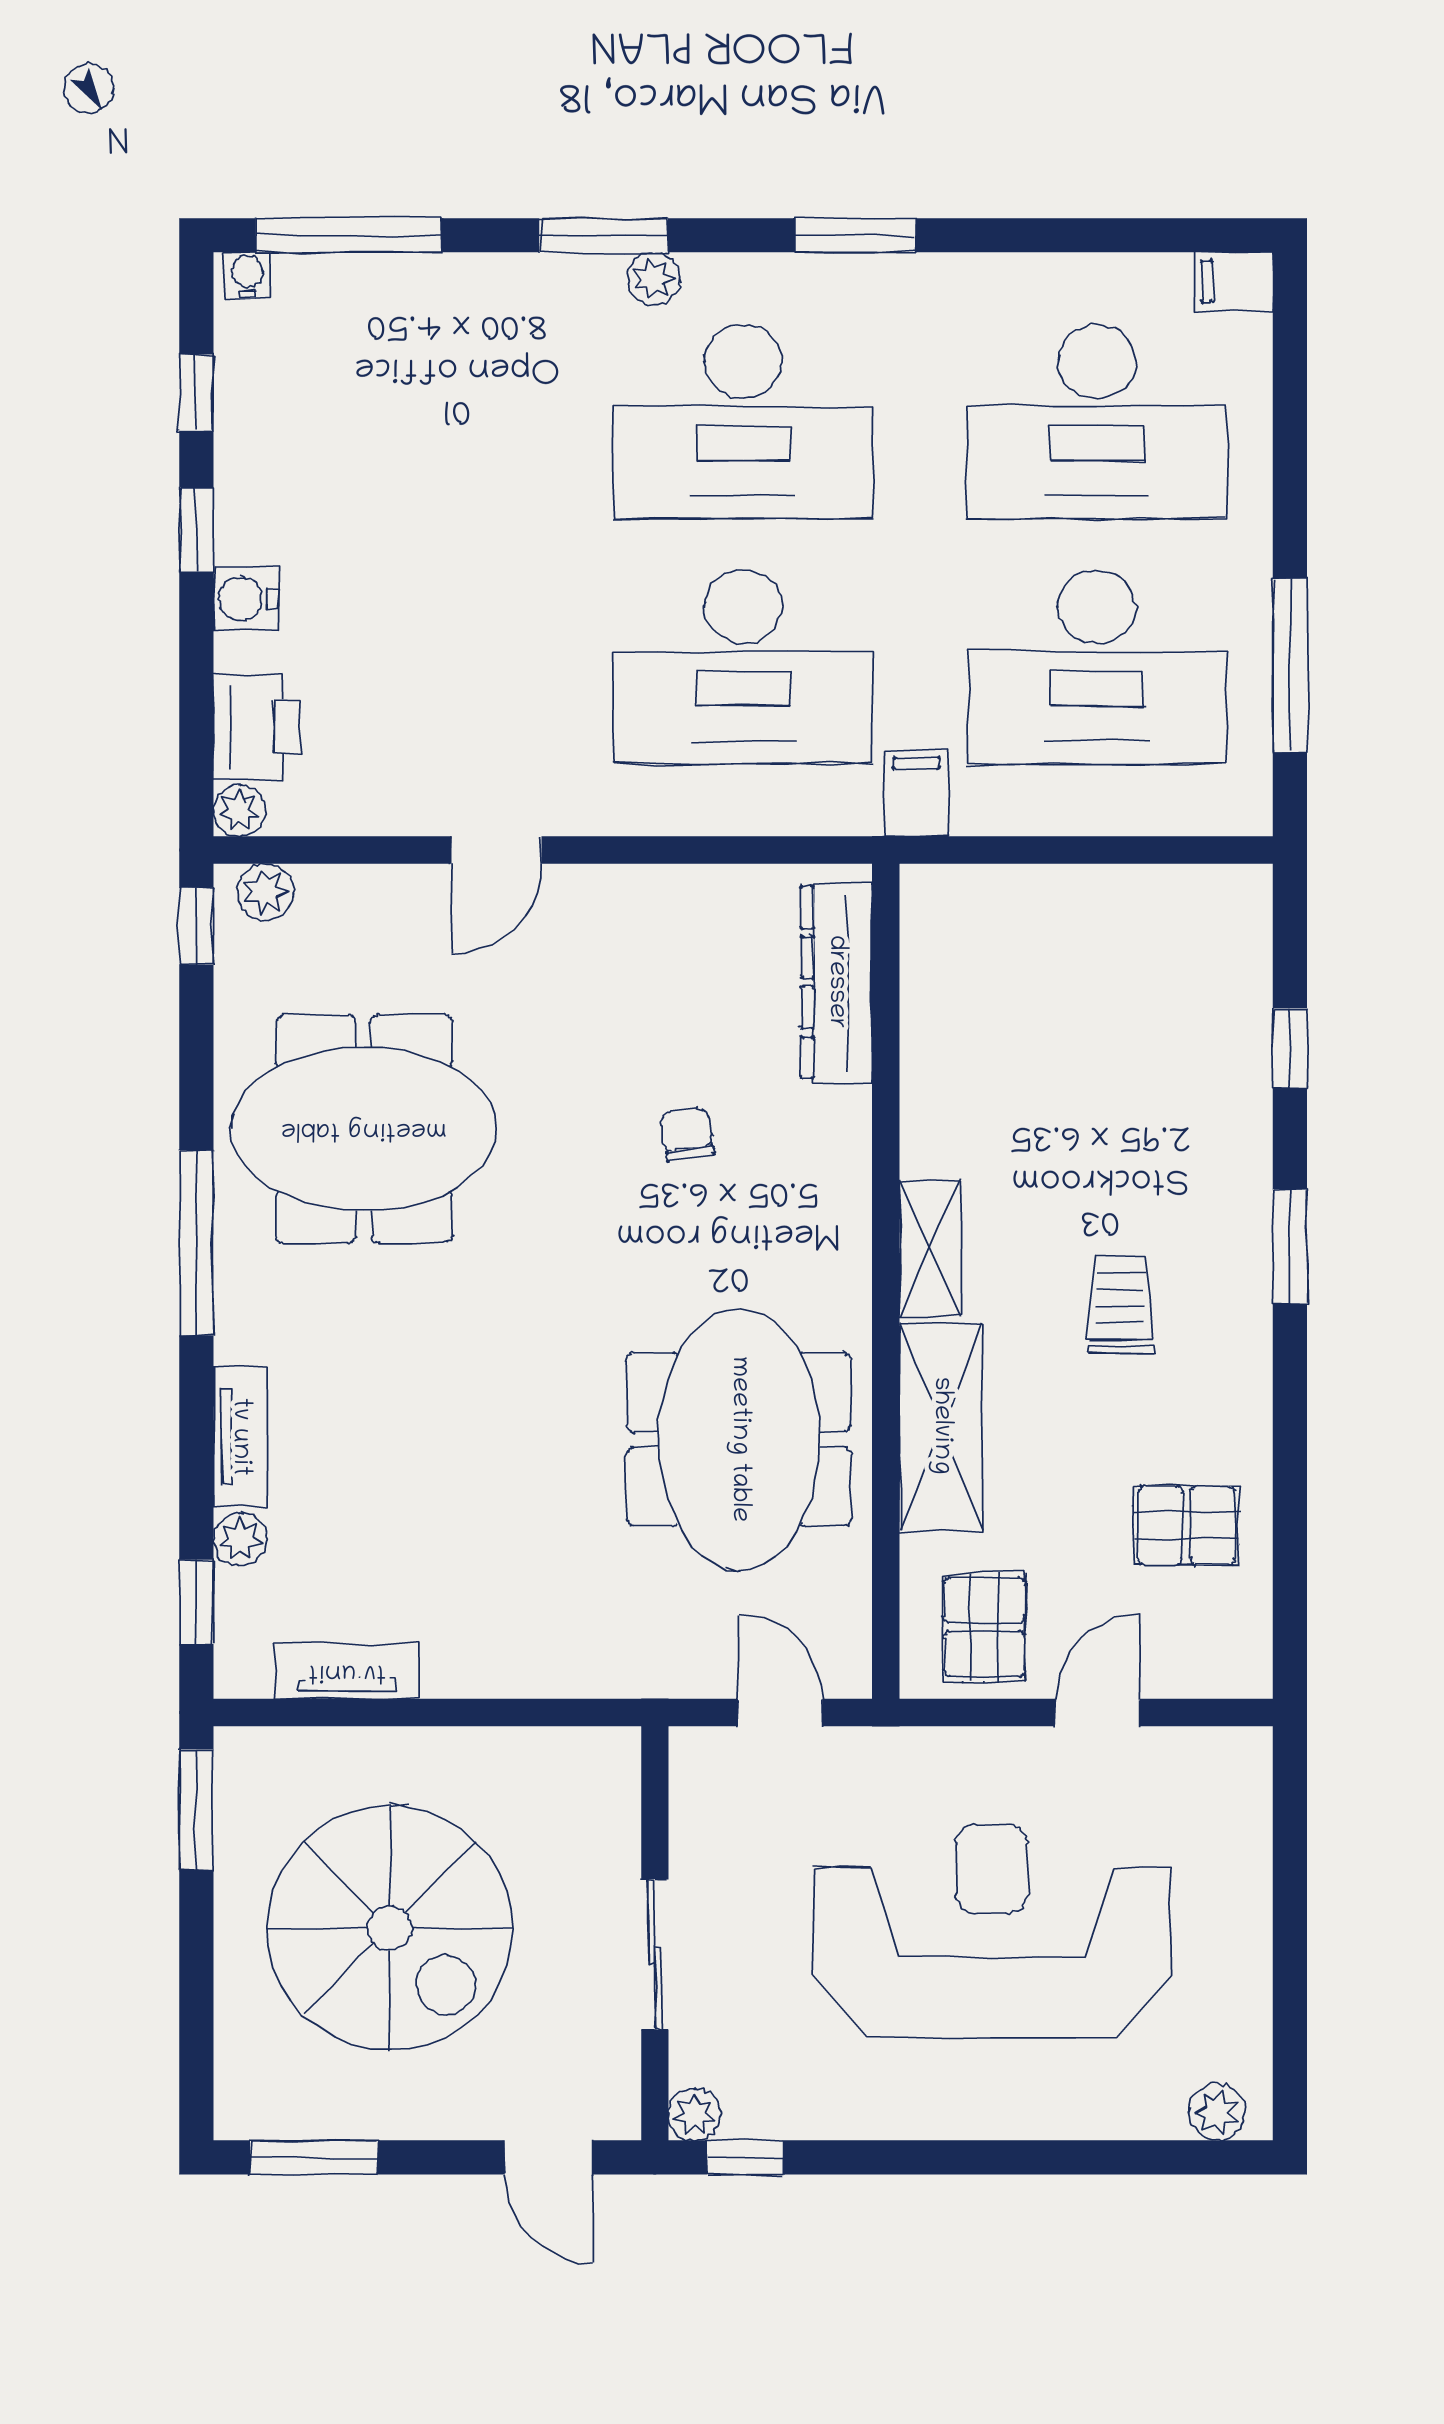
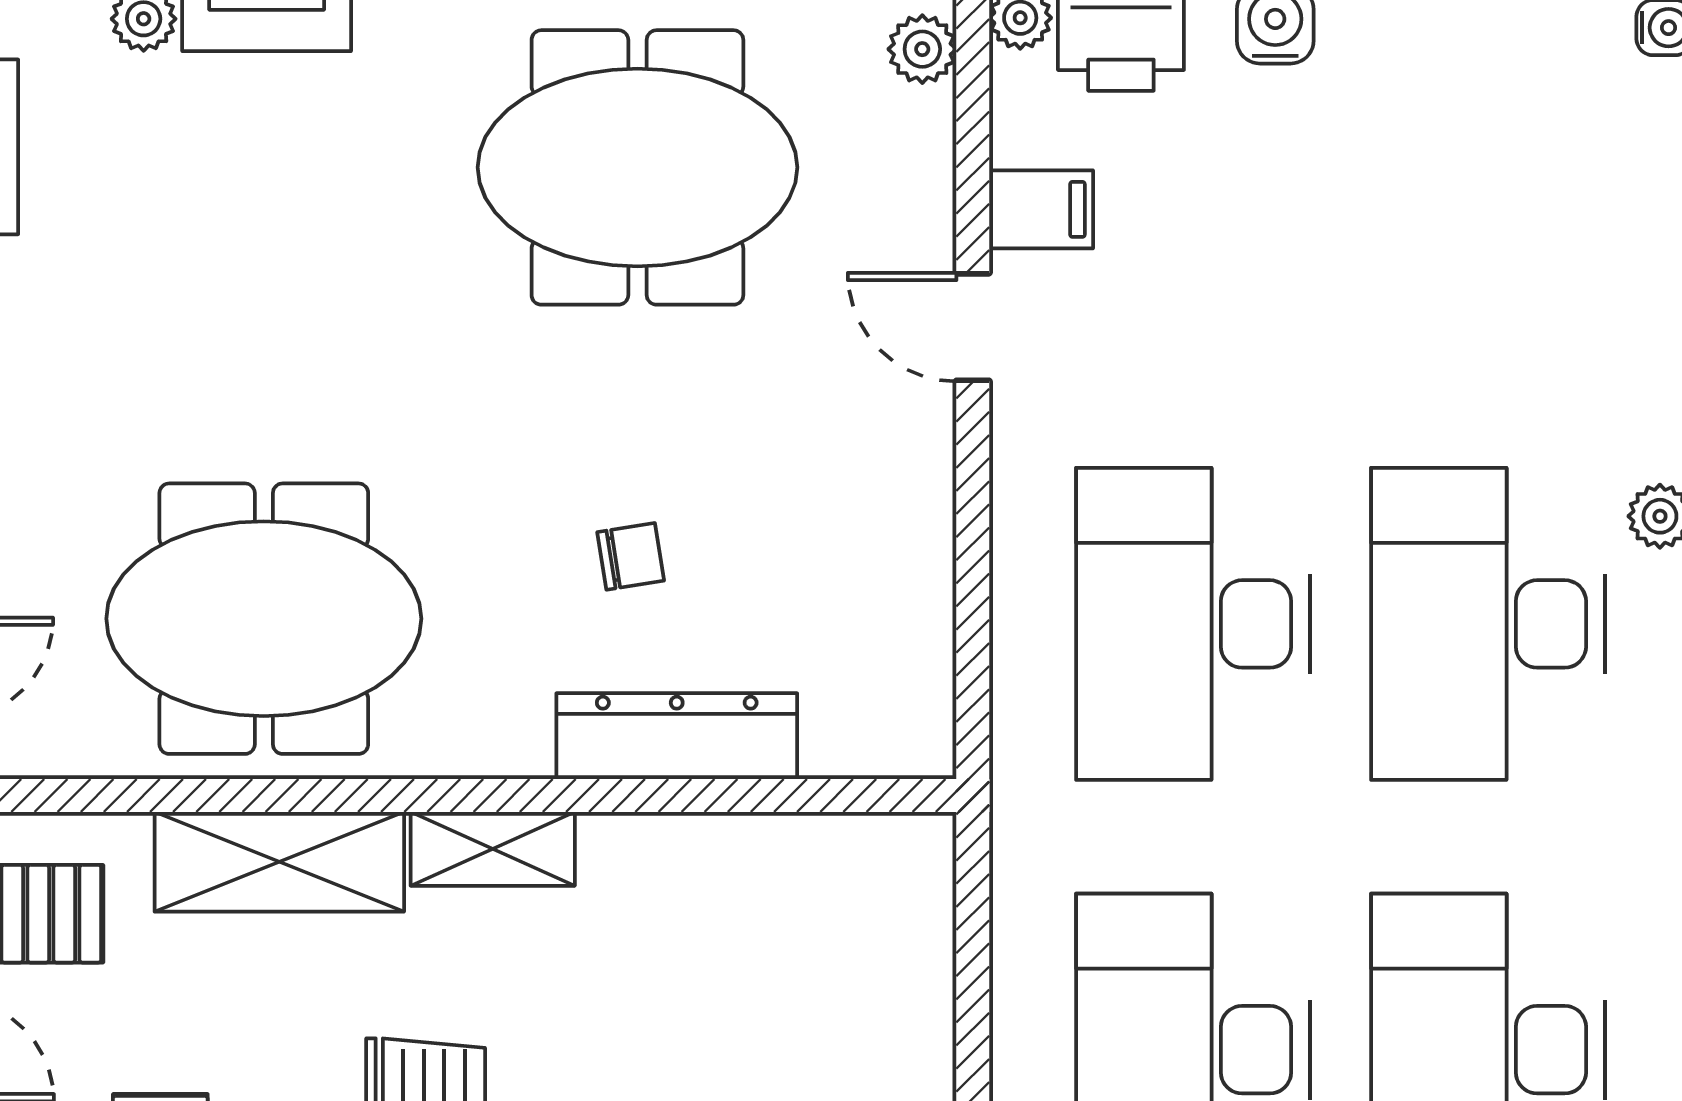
filing cabinet: (916, 793) -> (1041, 209), moved
dresser: (836, 982) -> (677, 736), moved
meeting table: (364, 1129) -> (637, 167), turned 90

